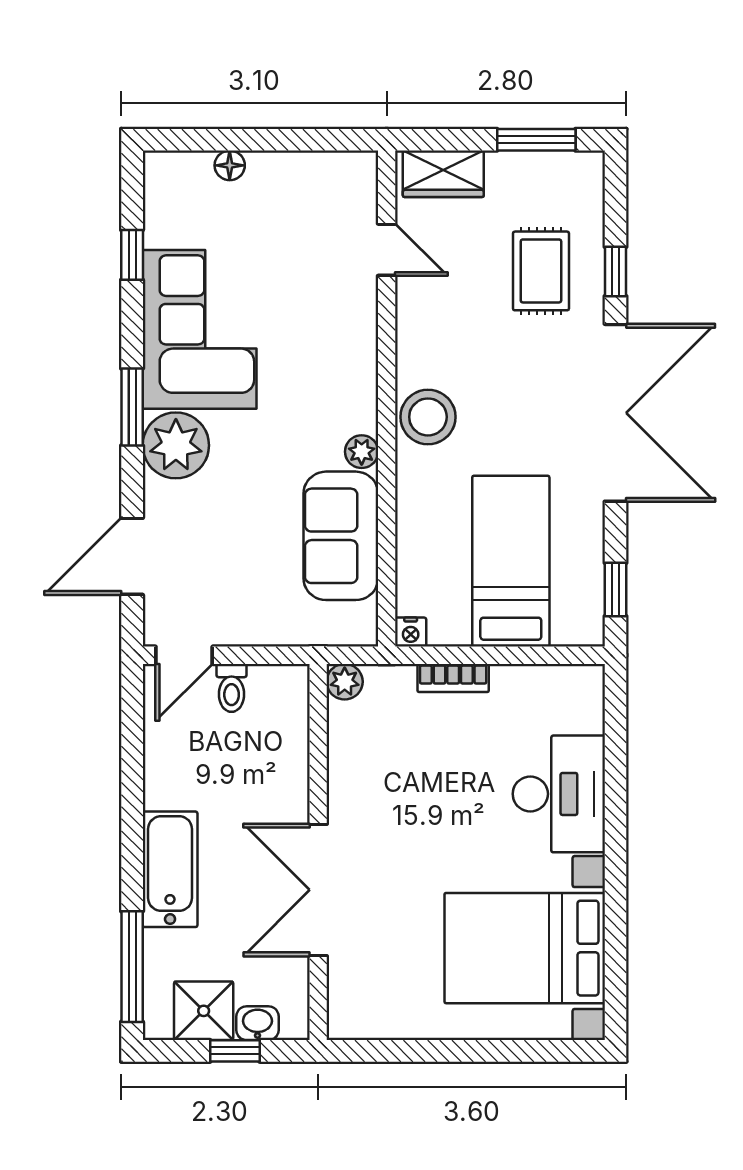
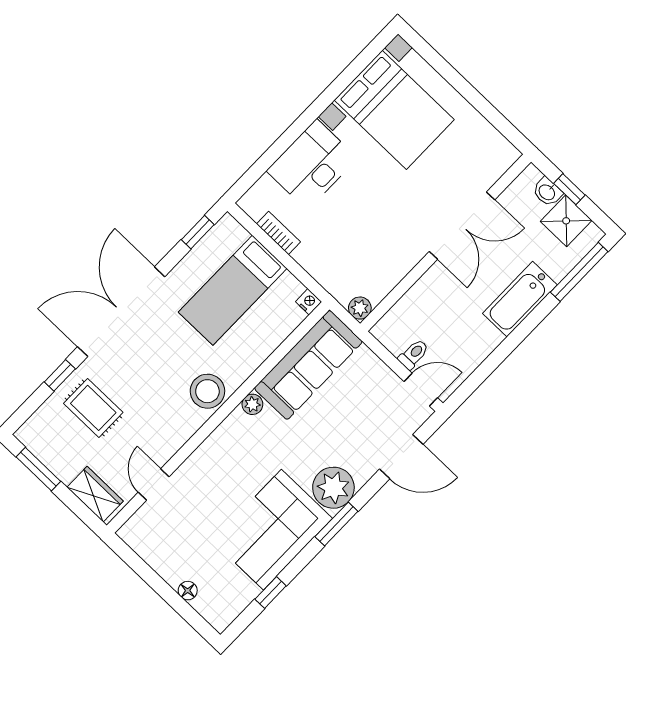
rug: (541, 271) -> (93, 408), turned 90
sofa: (341, 536) -> (308, 365), width x1.36
bookcase: (453, 678) -> (278, 233), moved

